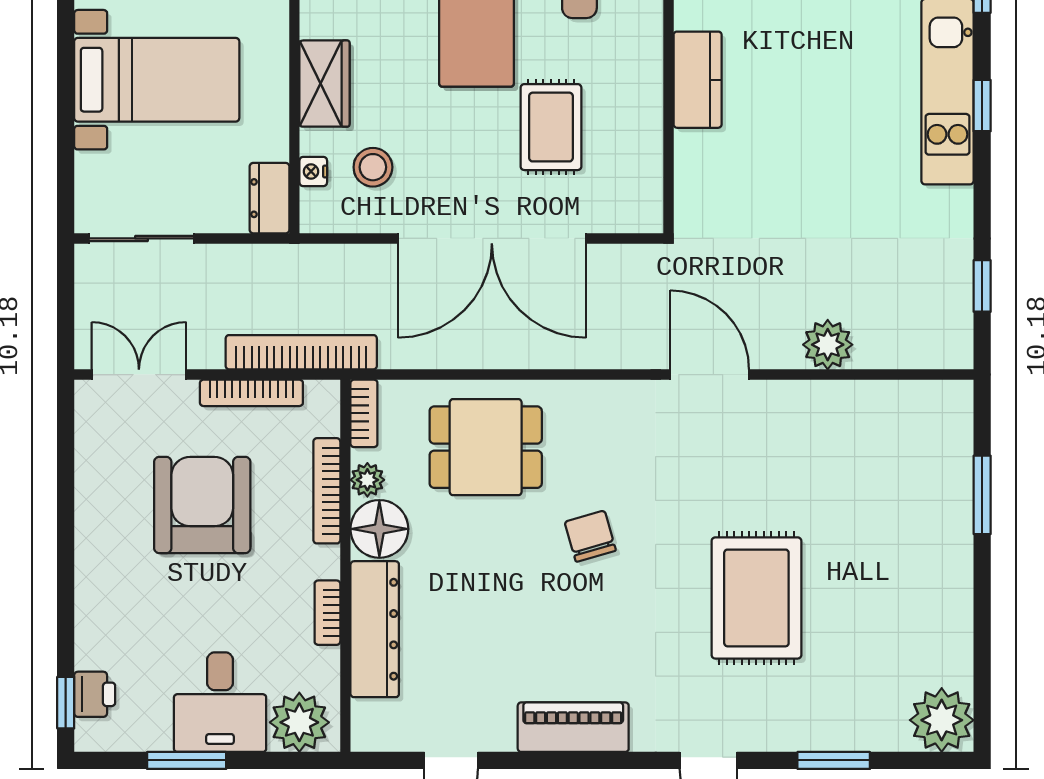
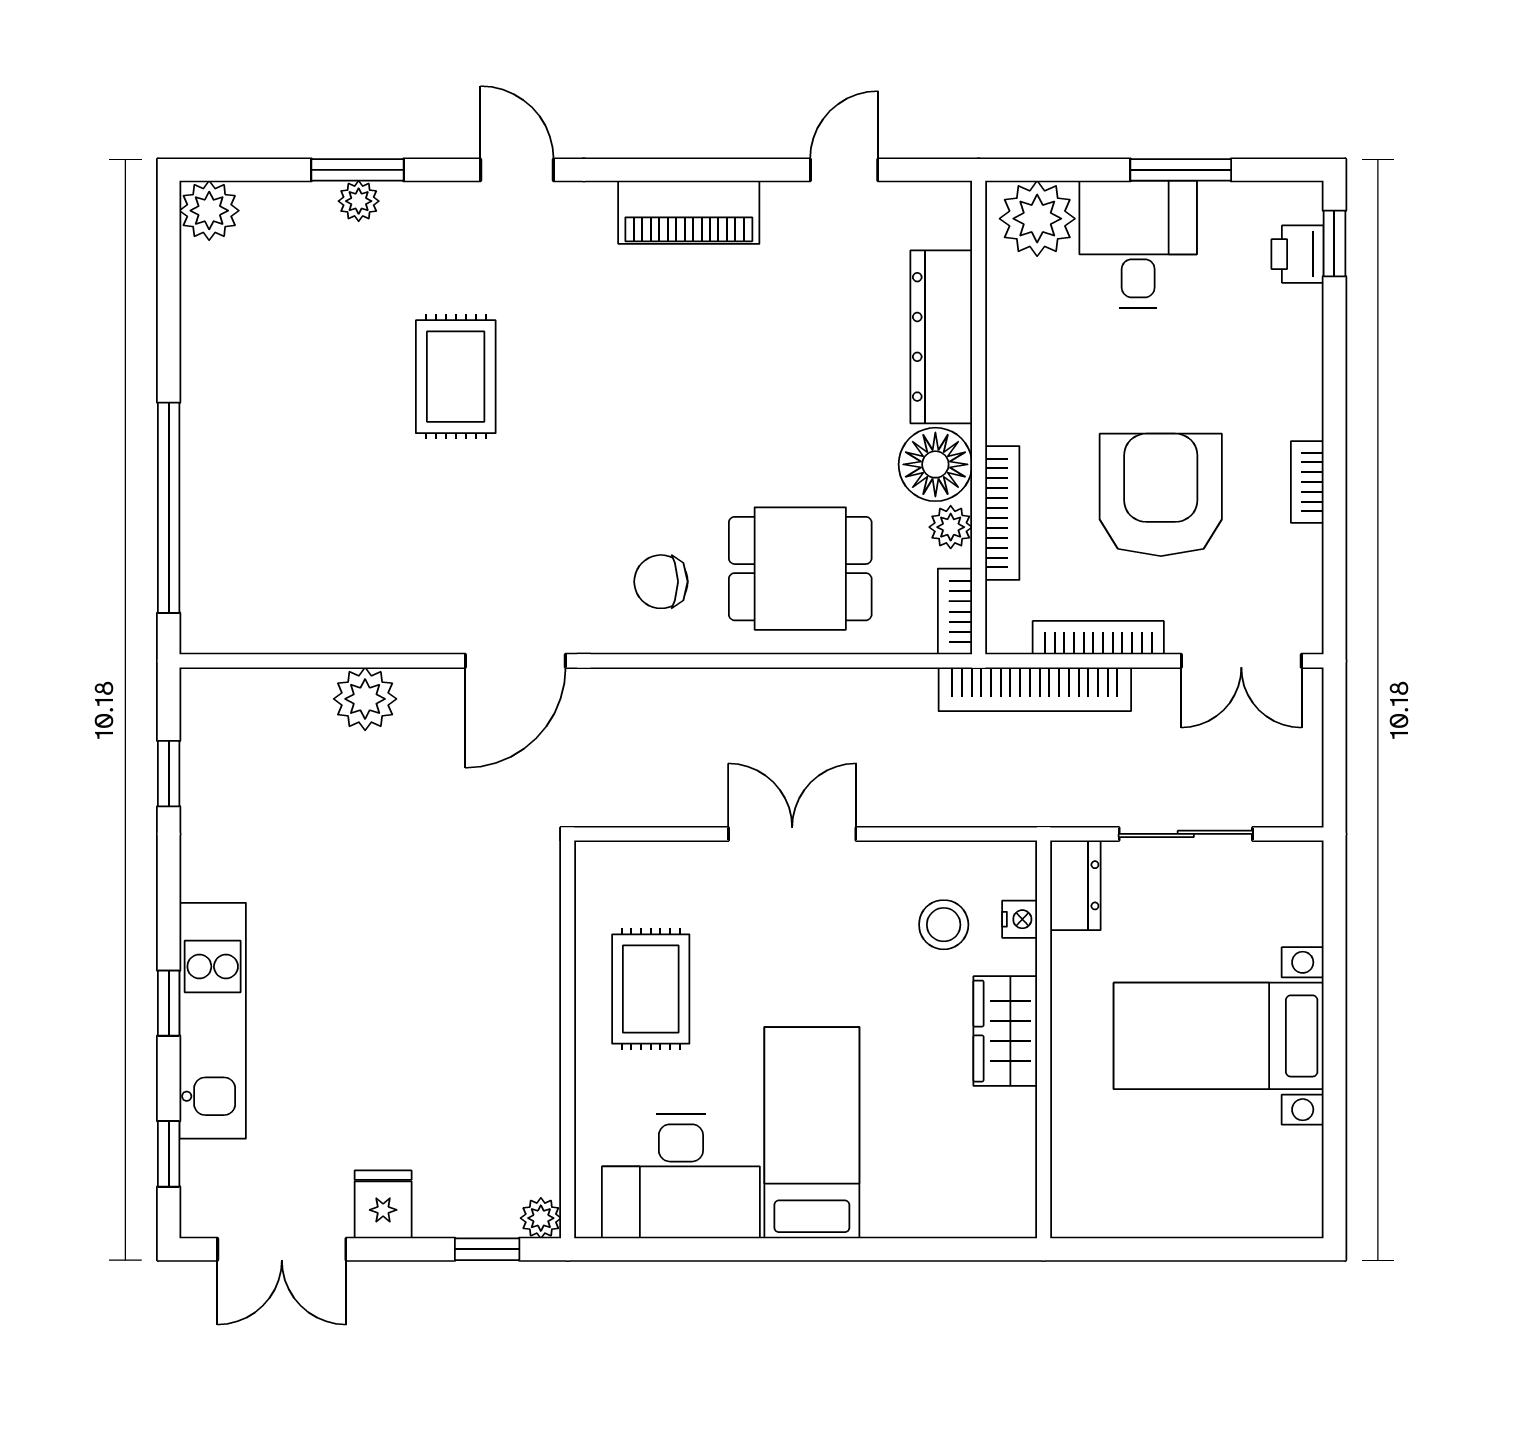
kitchen counter: (698, 80) -> (531, 1036), removed
rug: (551, 127) -> (651, 989), moved
sliding door: (141, 238) -> (1186, 834), moved
double door: (492, 238) -> (792, 834), width x0.54
door: (710, 375) -> (515, 661), hinge flipped
window: (982, 495) -> (169, 508), width x2.11
armchair: (202, 505) -> (1161, 495), turned 180
chair: (590, 536) -> (661, 582), moved, turned 106
rug: (756, 598) -> (456, 377), width x0.73, depth x0.70
bookcase: (327, 613) -> (1307, 482), moved, turned 180
plant: (942, 720) -> (209, 211), width x0.73, depth x0.73
plant: (833, 736) -> (359, 201), added

